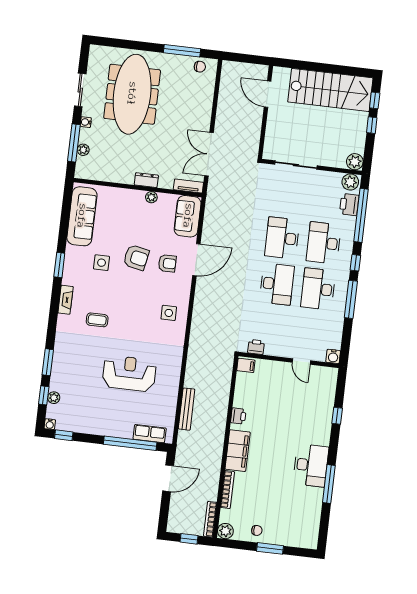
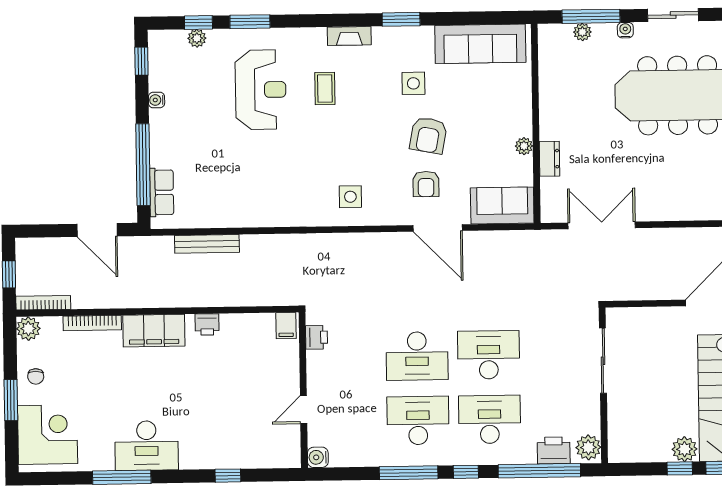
plant: (355, 162) -> (685, 449), moved
dresser: (146, 180) -> (549, 159), moved
tv unit: (188, 186) -> (549, 200), removed
reception desk: (129, 373) -> (261, 90), moved
water cooler: (50, 424) -> (157, 100), moved
corner desk: (295, 528) -> (48, 435), added

